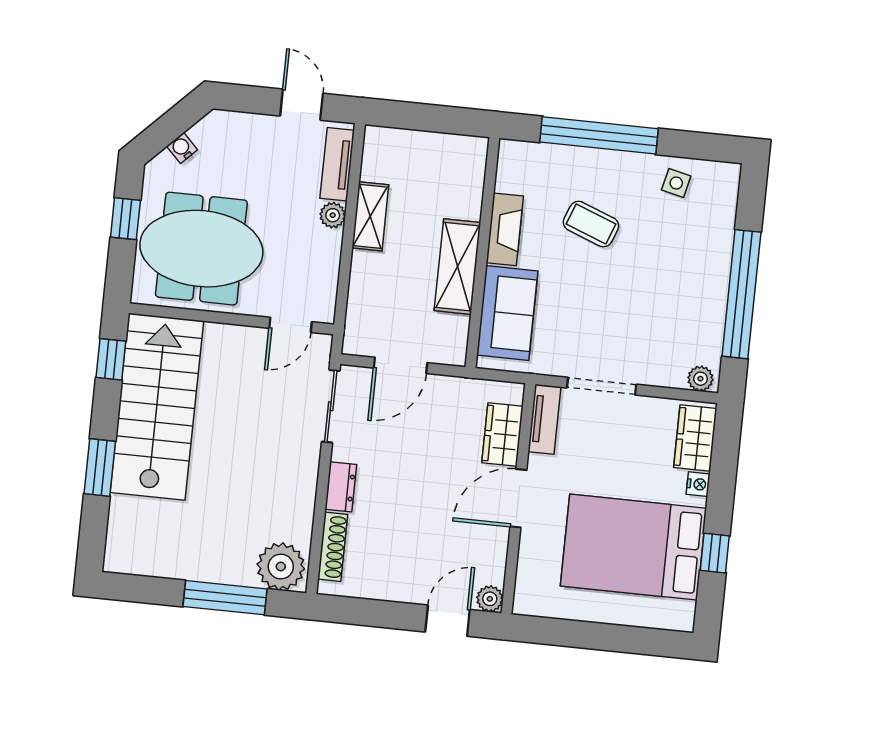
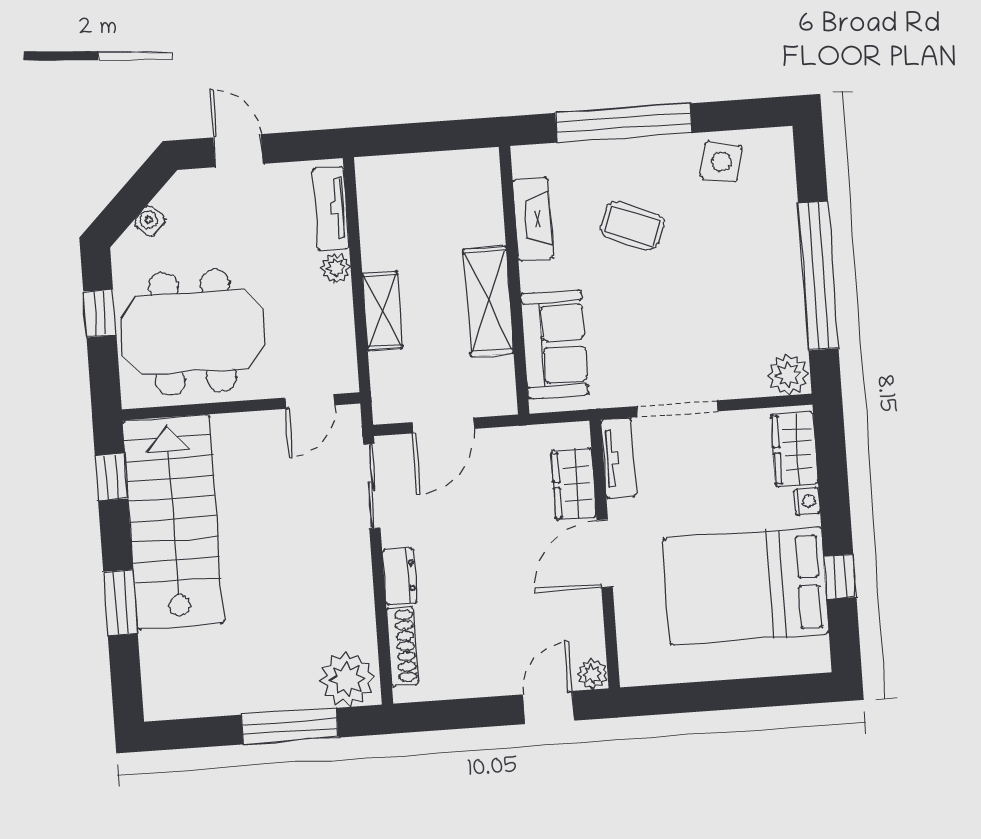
door: (302, 105) -> (238, 151), moved
side table: (676, 183) -> (721, 162), width x1.37, depth x1.37
shelving: (370, 216) -> (382, 311), moved
fireplace: (505, 229) -> (533, 219), moved
plant: (700, 379) -> (788, 375), width x1.38, depth x1.38

